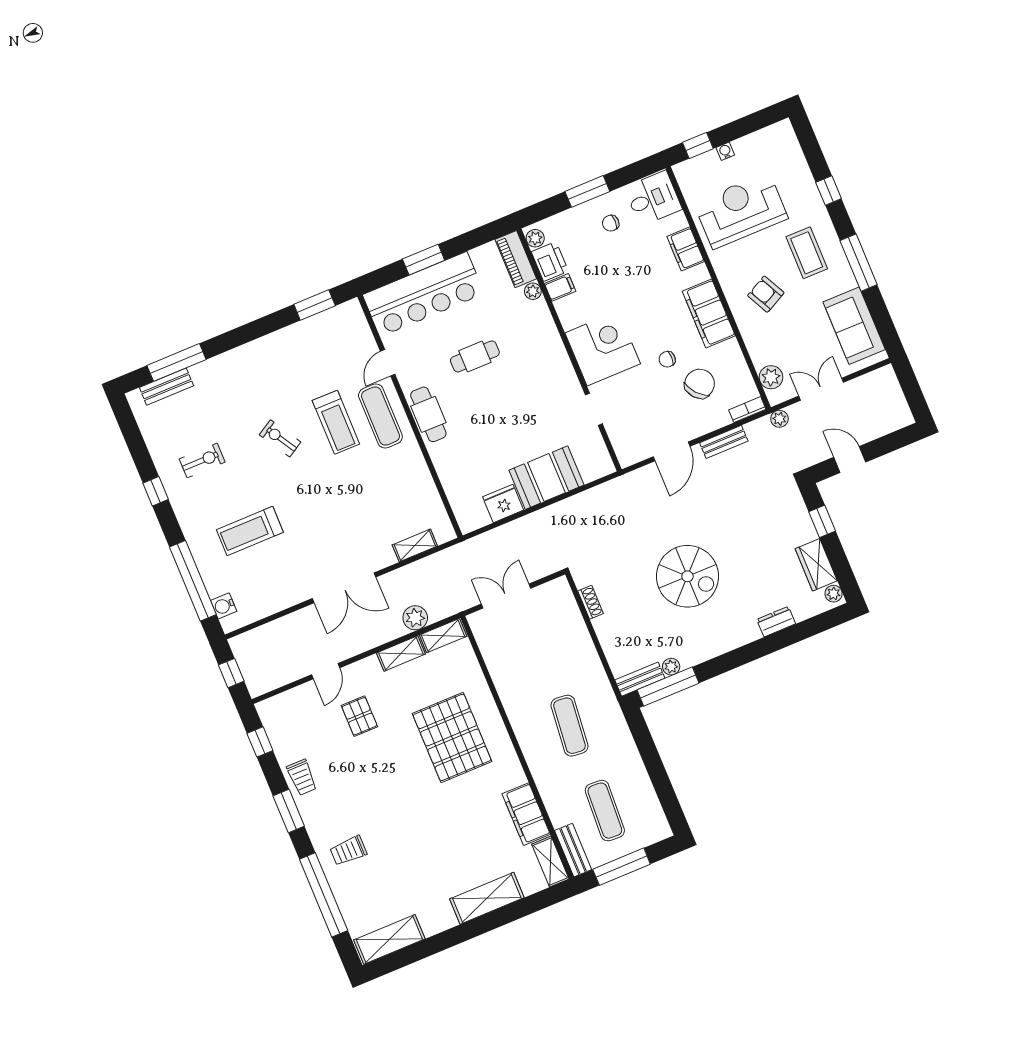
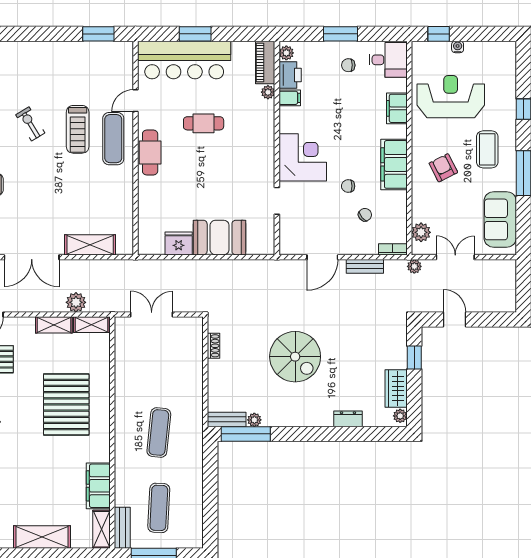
chair: (700, 384) -> (365, 215), width x0.54, depth x0.54
shelving: (415, 545) -> (90, 245), width x1.50, depth x1.33

